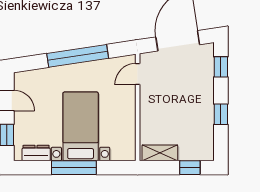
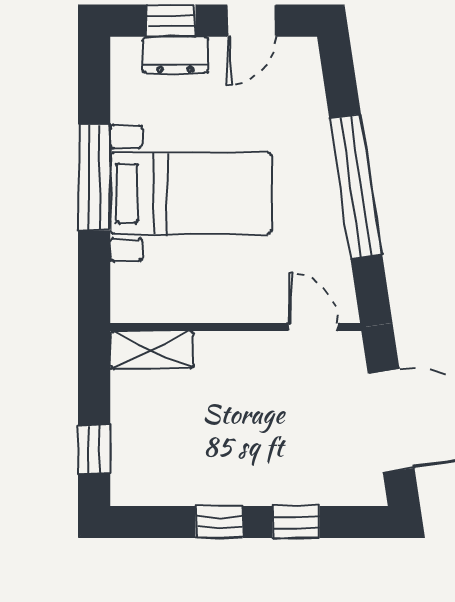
window: (221, 67) -> (296, 522), moved
dresser: (36, 153) -> (175, 55), moved, turned 90
shelving: (160, 153) -> (152, 350), moved, turned 90

